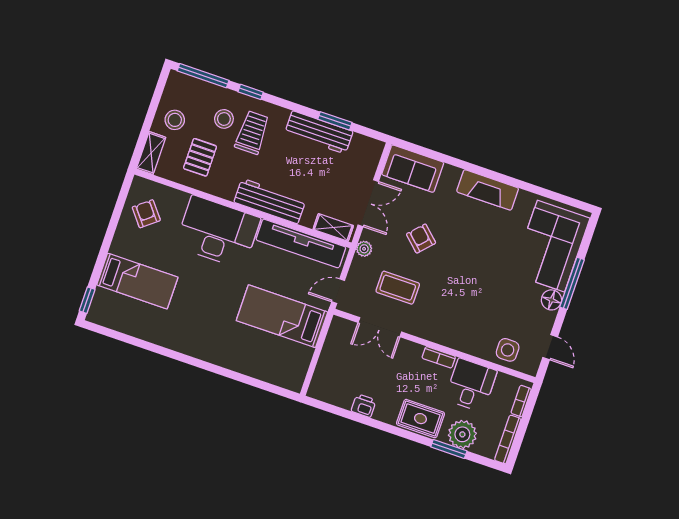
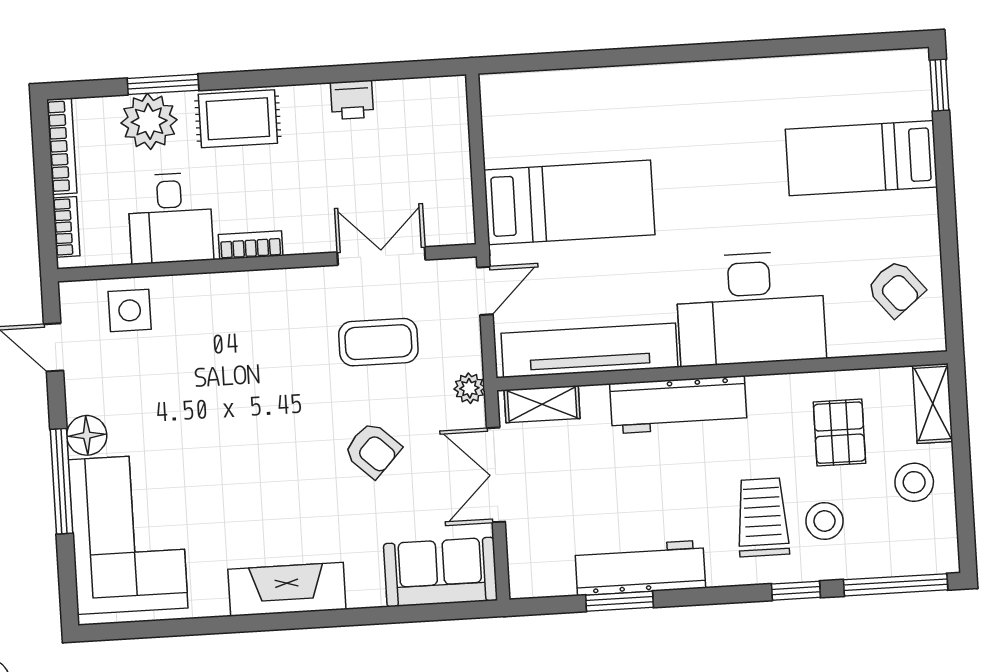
trolley: (252, 133) -> (763, 517), turned 180

